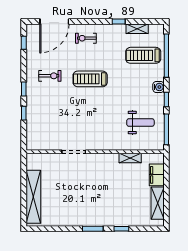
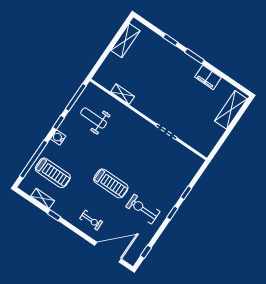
exercise bike: (50, 76) -> (143, 209), width x1.38, depth x1.39
filing cabinet: (157, 175) -> (208, 77), moved, turned 90
shelving: (33, 197) -> (231, 110), width x0.68

